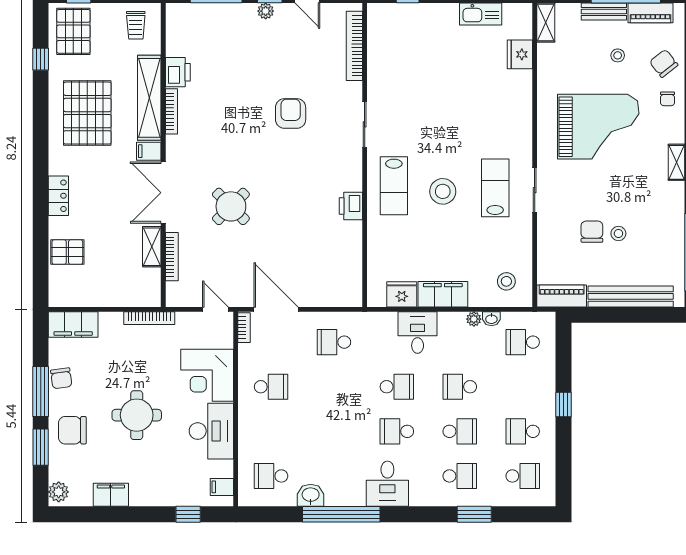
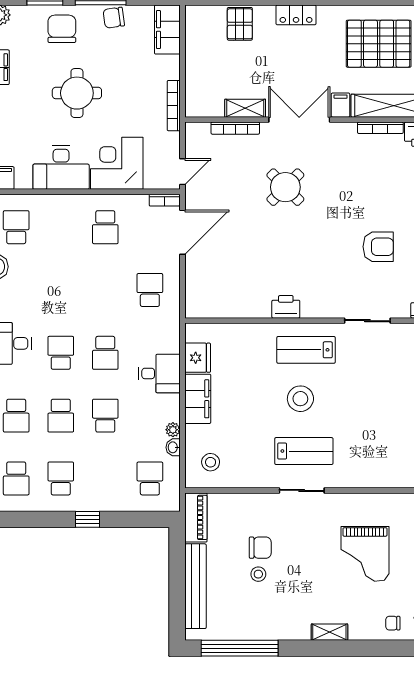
grand piano: (598, 127) -> (365, 554), width x0.73, depth x0.68

